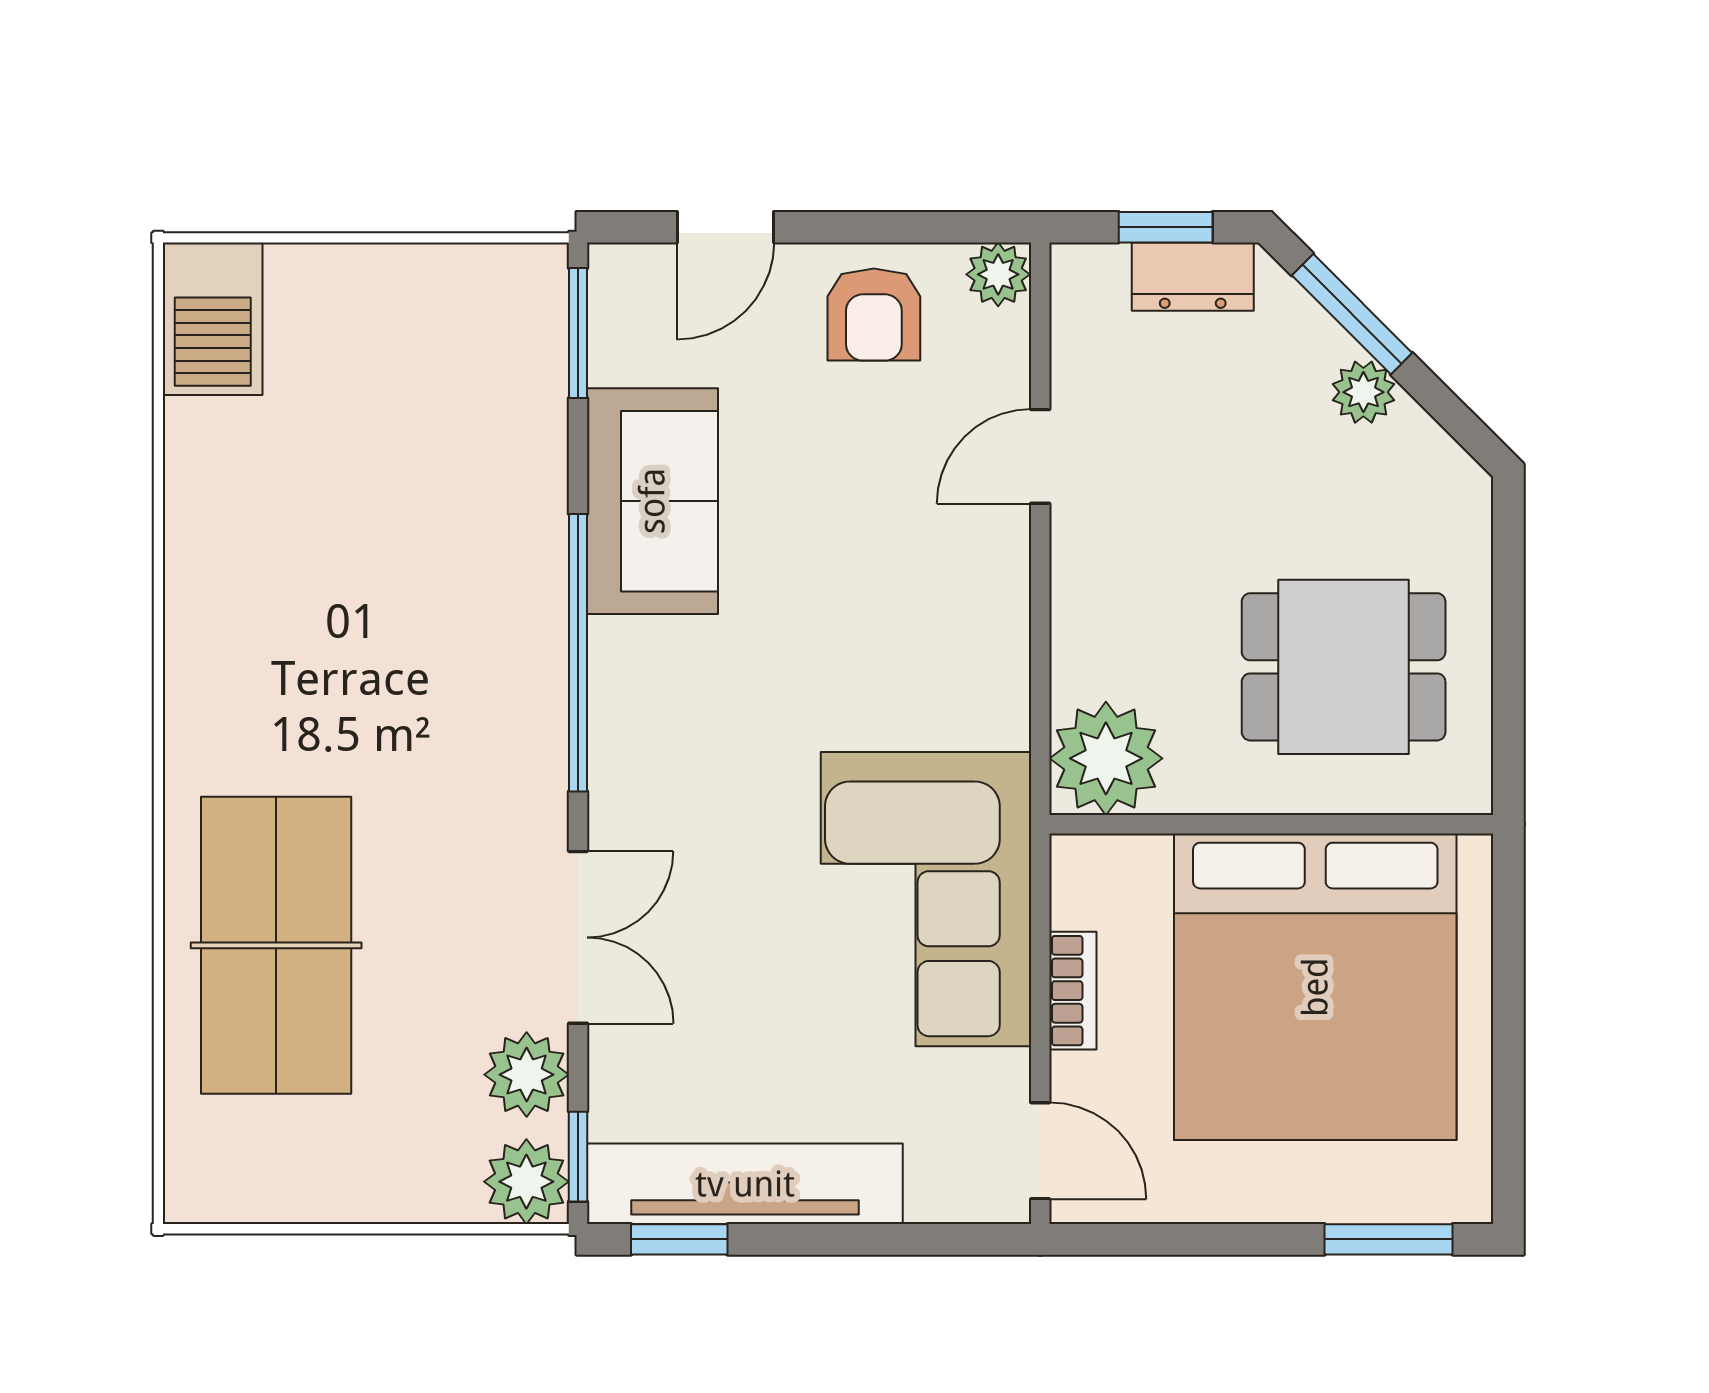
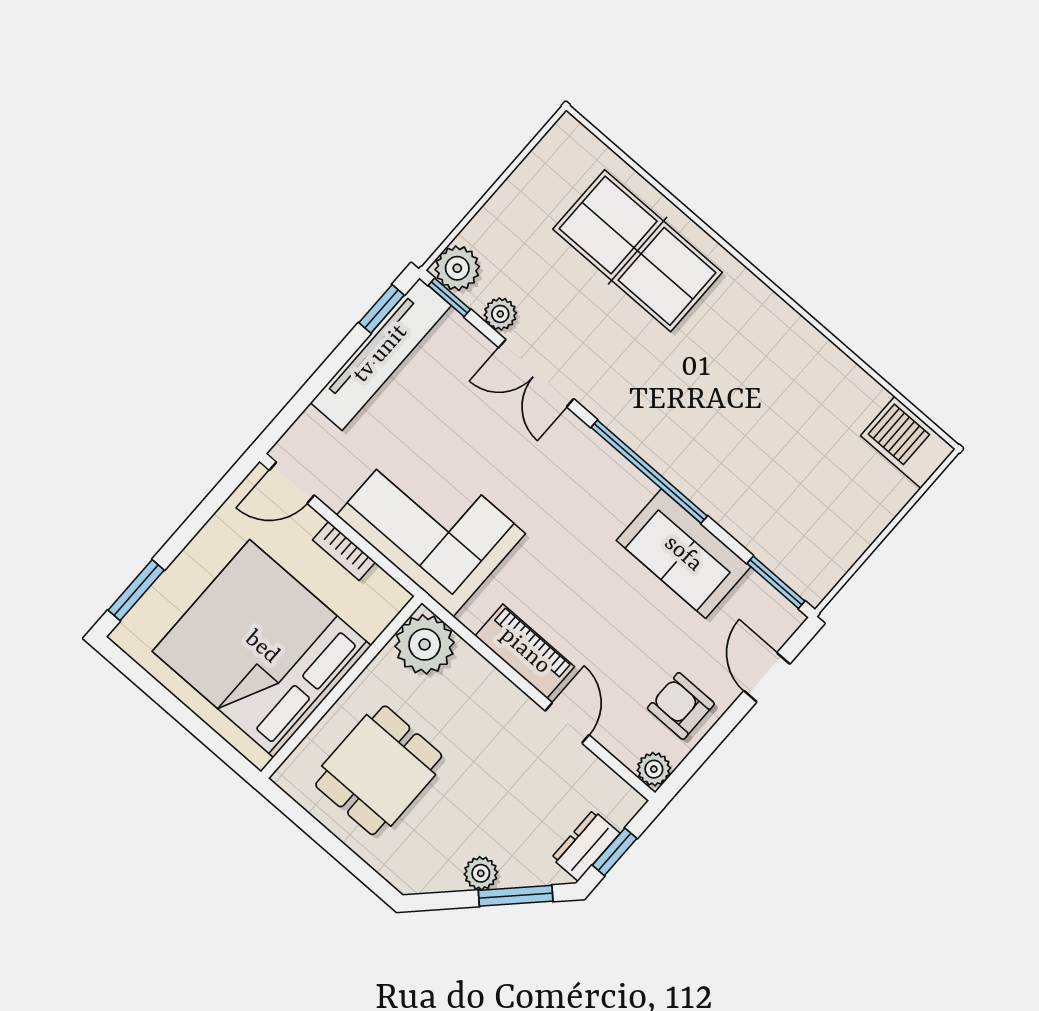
piano: (991, 607) -> (525, 651), added
plant: (527, 1075) -> (500, 314), width x0.73, depth x0.73

